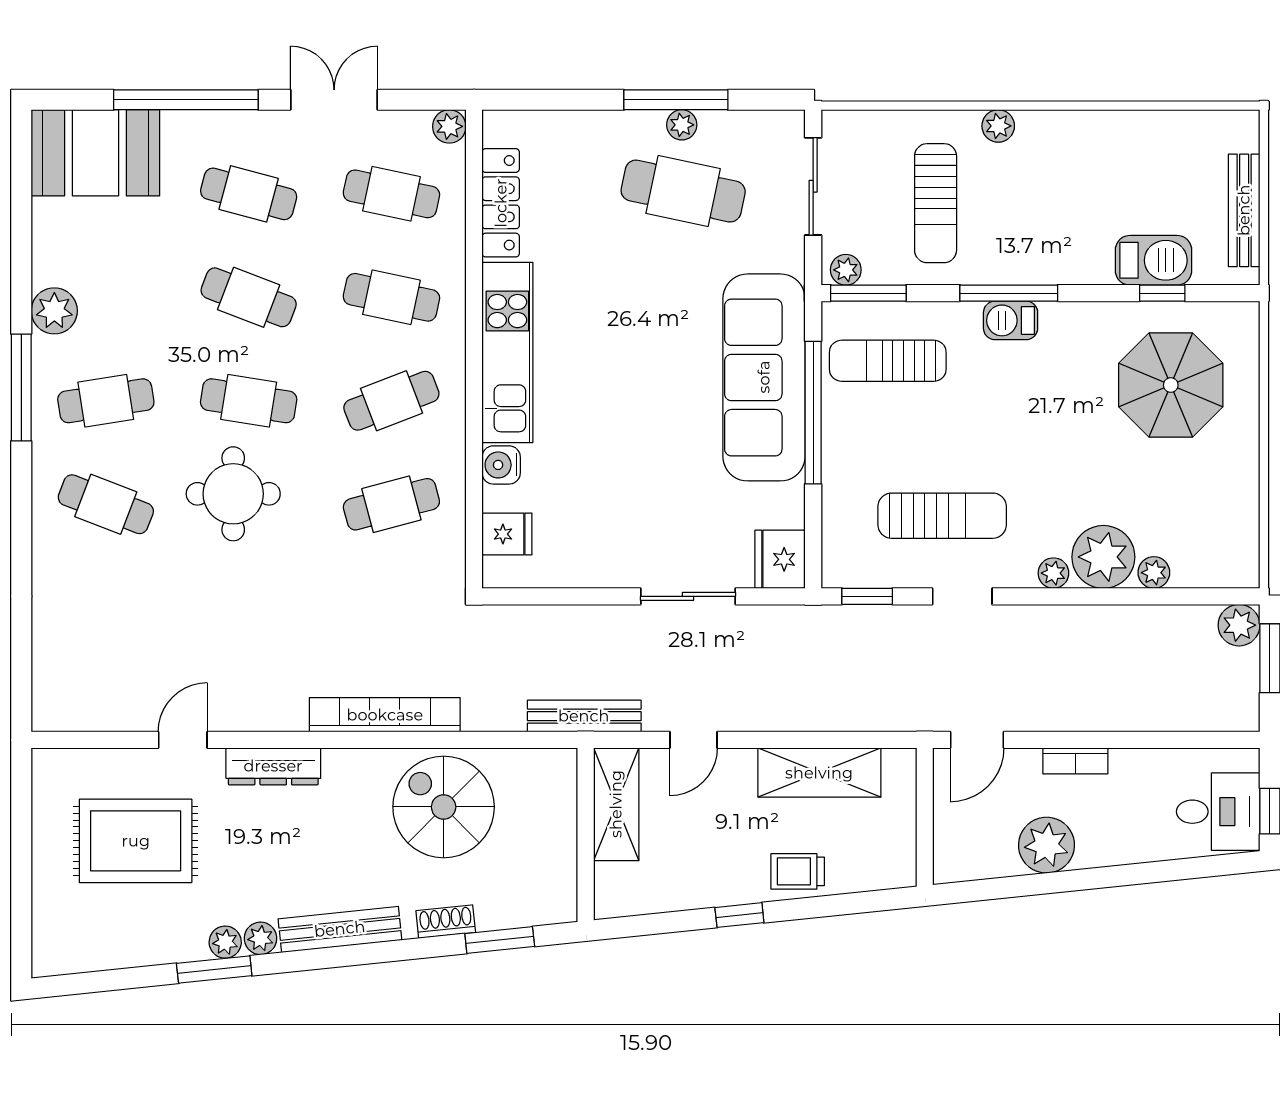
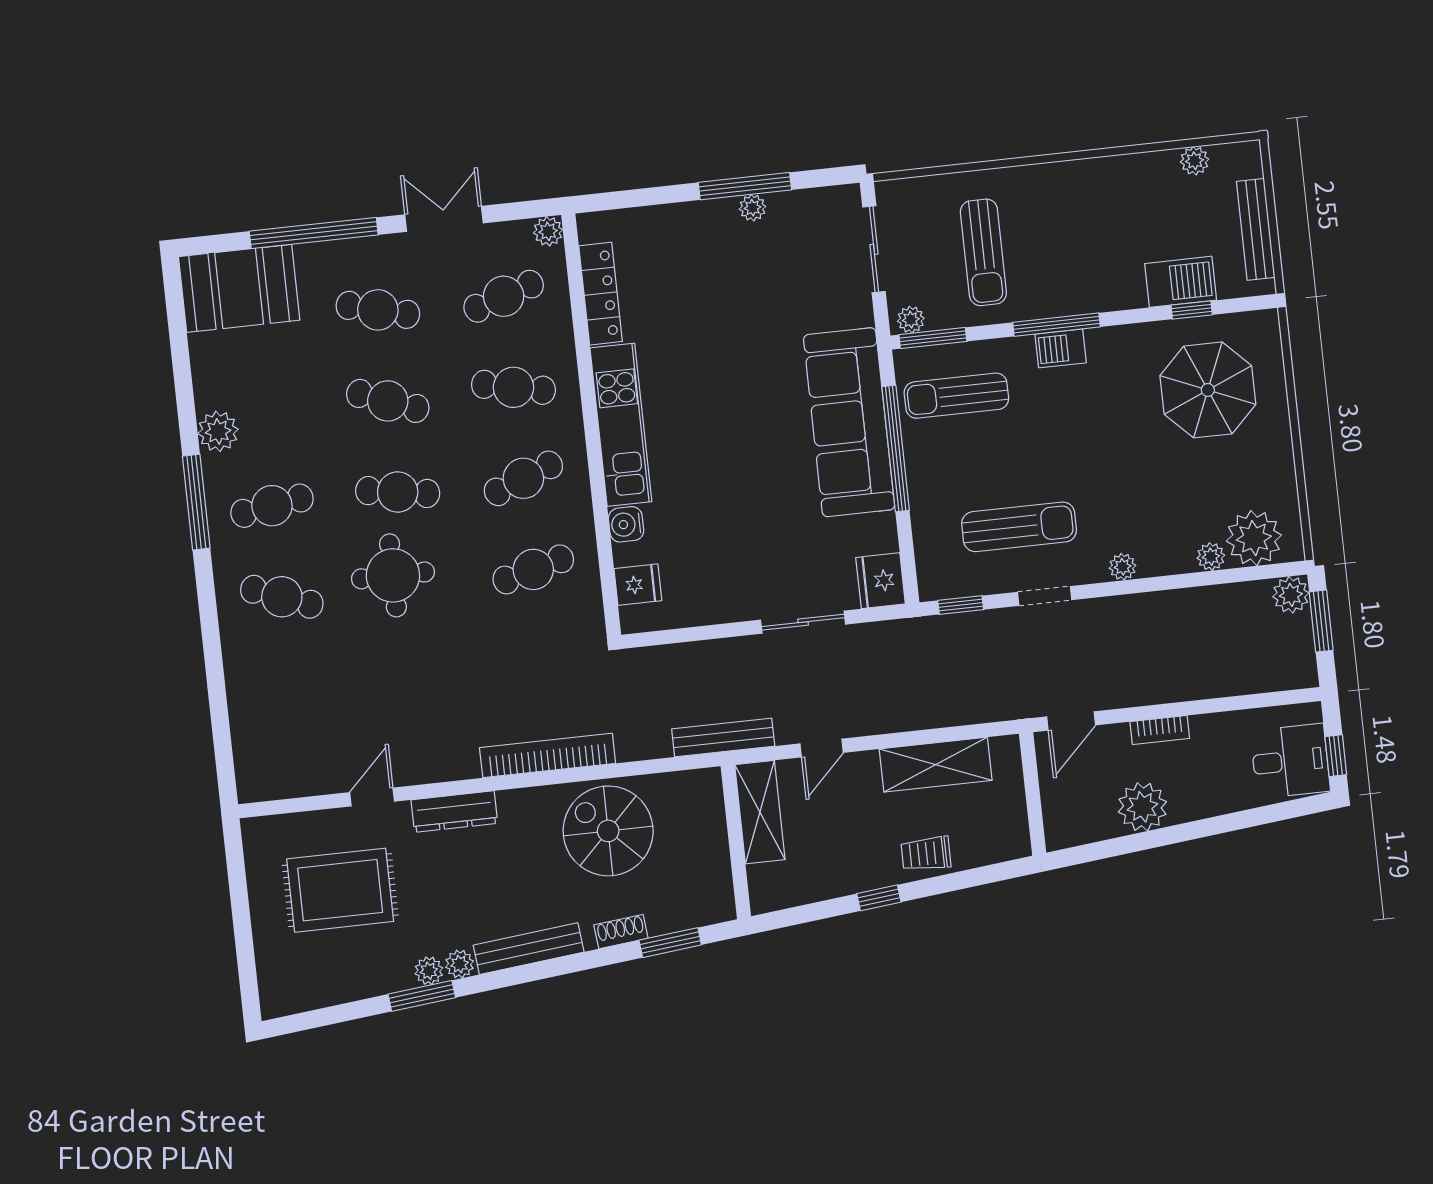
plant: (998, 126) -> (1195, 161), moved
cafe table: (683, 191) -> (760, 266), removed
cafe table: (391, 194) -> (504, 296), turned -30
plant: (1103, 557) -> (1254, 538), moved

